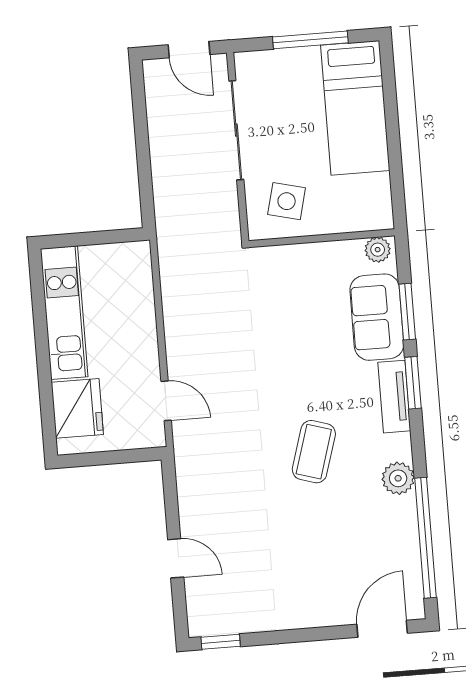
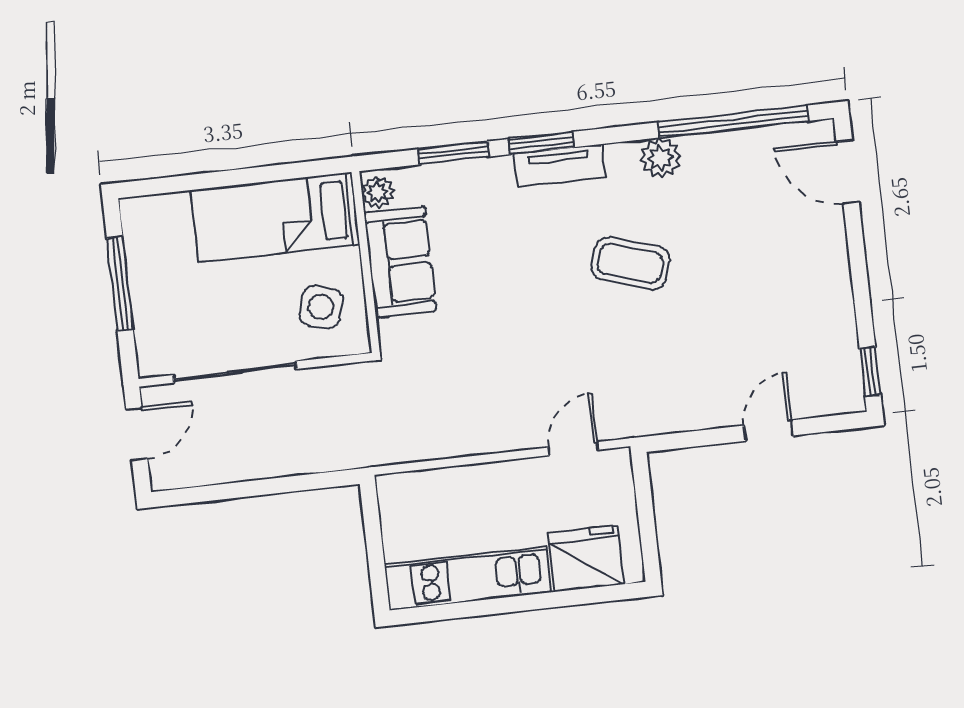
bed: (355, 108) -> (275, 217), moved, turned 180
sofa: (377, 317) -> (400, 262), moved, turned -90

